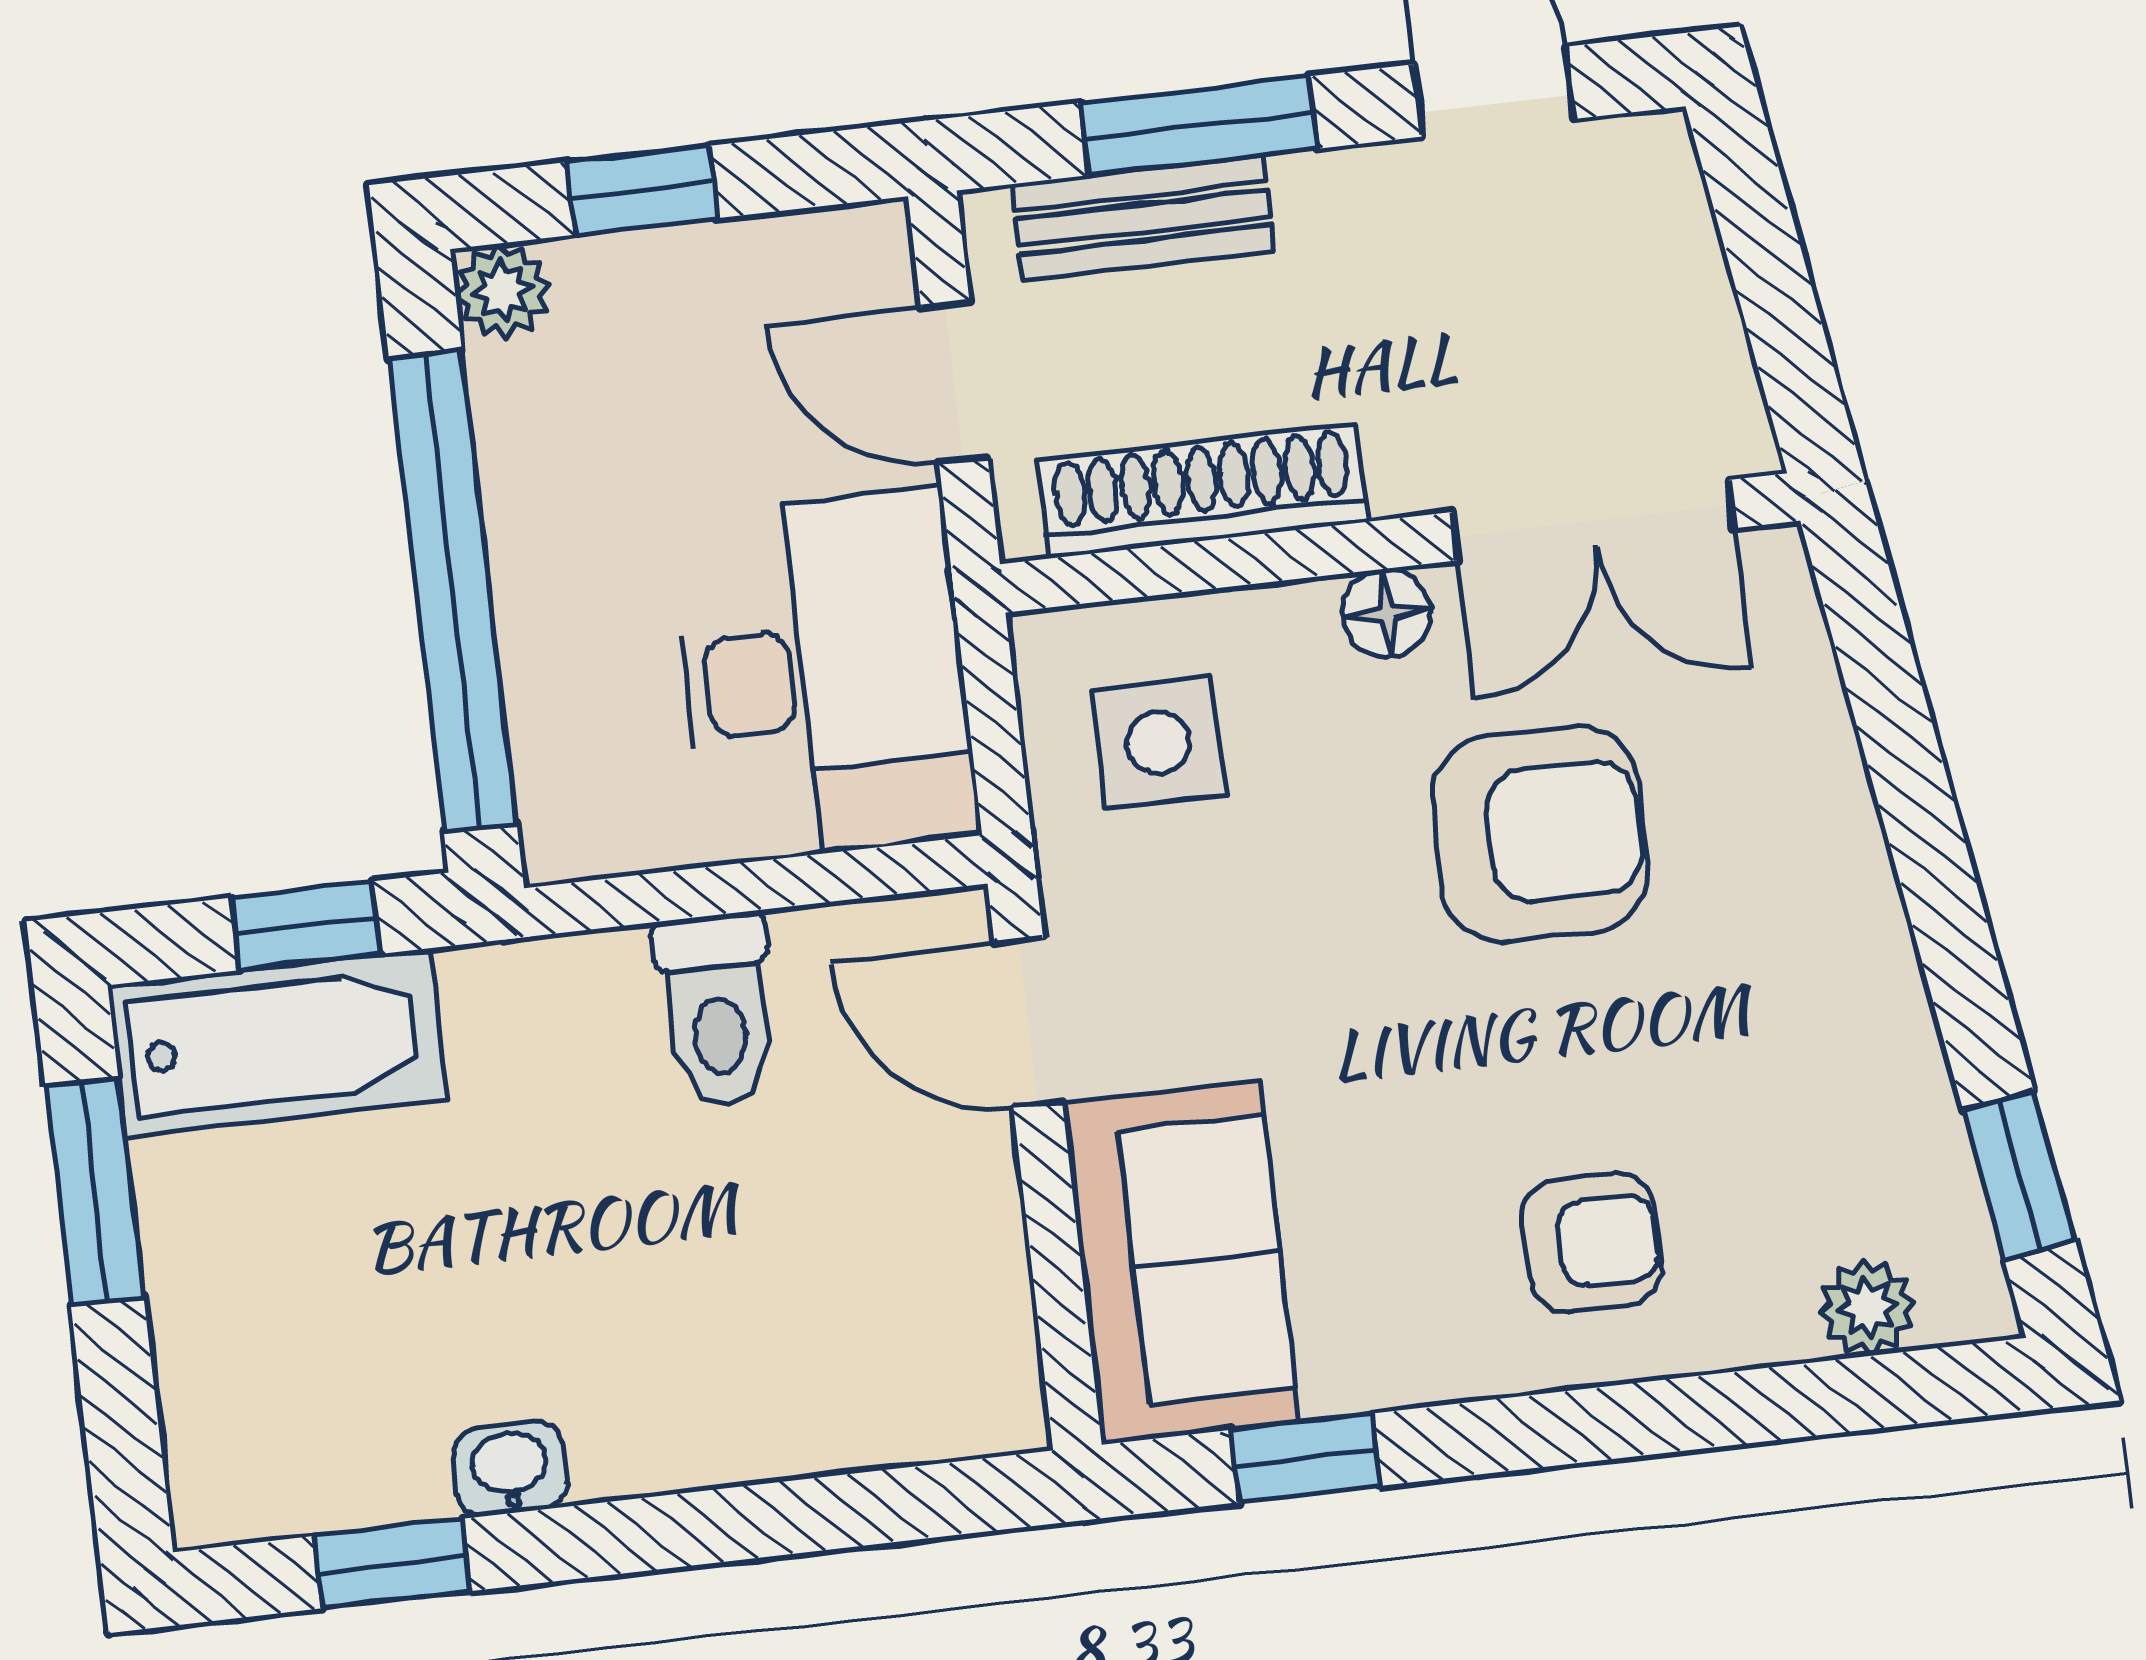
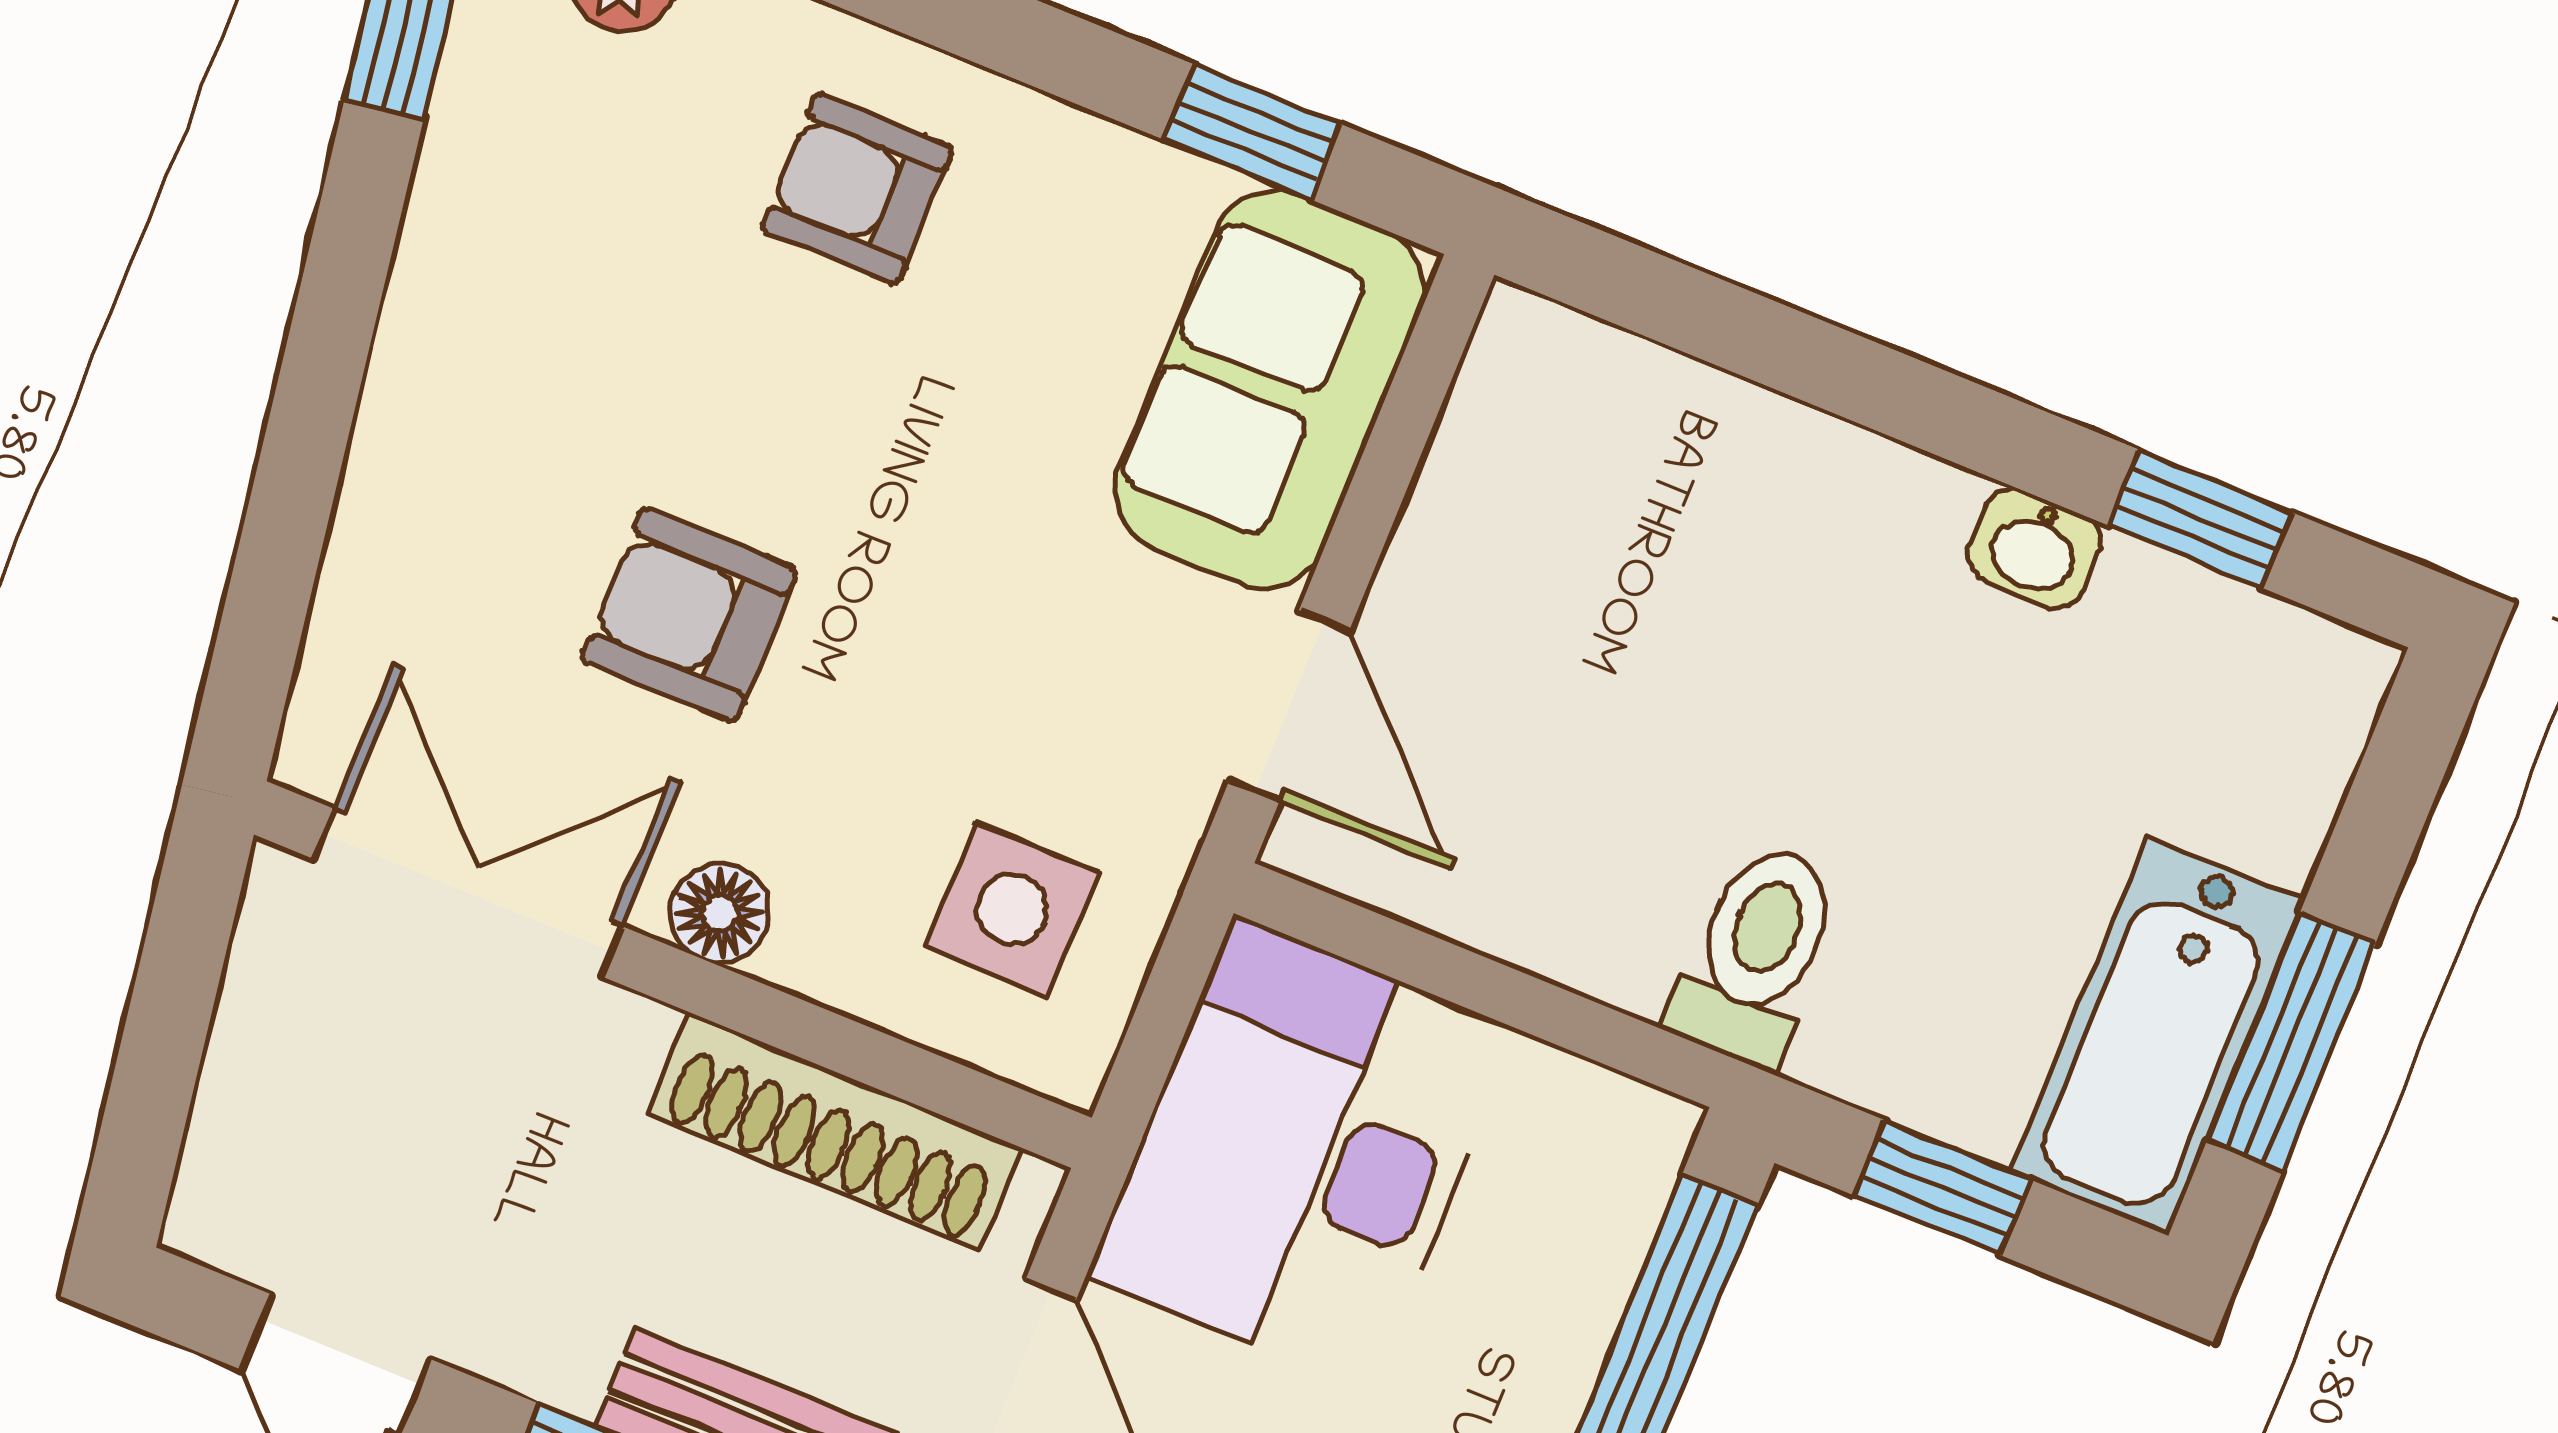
armchair: (1540, 834) -> (689, 615), width x0.72, depth x0.72
toilet: (717, 1010) -> (1756, 955), moved
bathtub: (278, 1043) -> (2158, 1036), moved, turned -90

